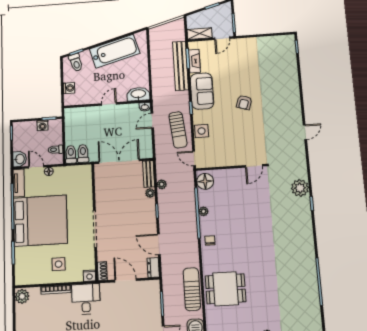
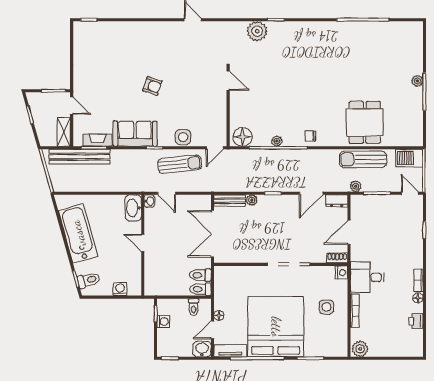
bench: (180, 66) -> (79, 157), moved
plant: (162, 184) -> (356, 186), moved

